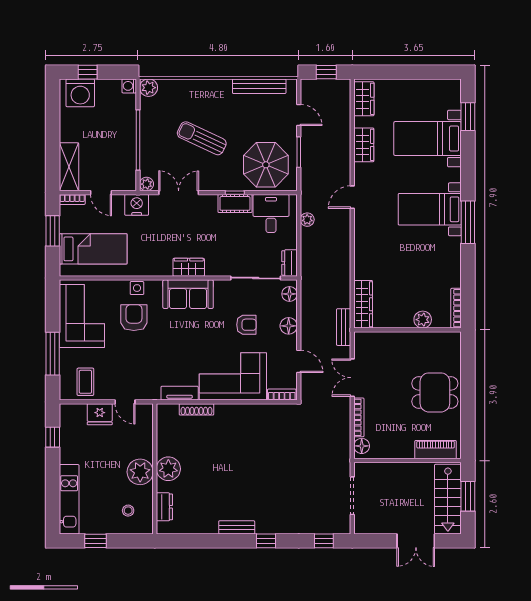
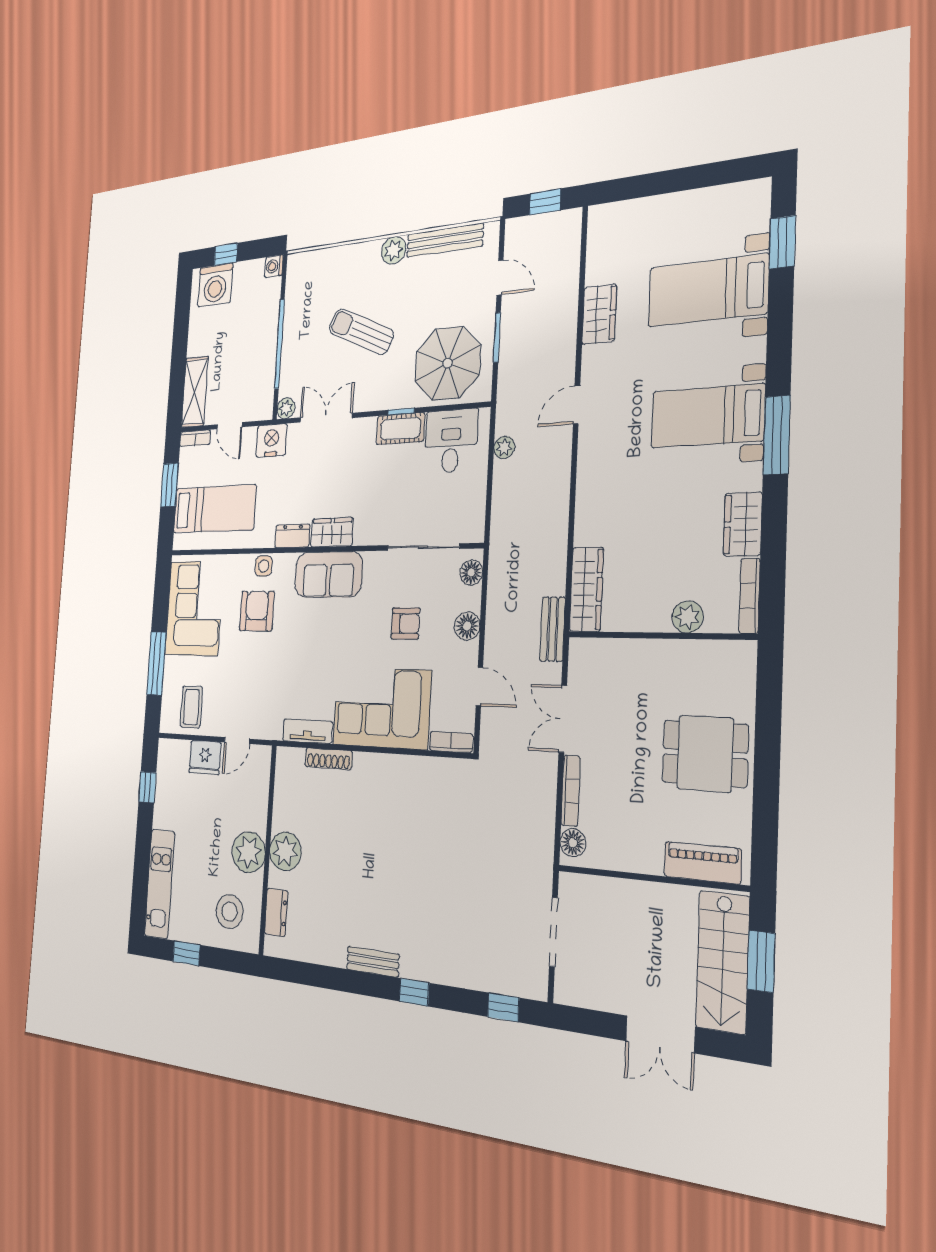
plant: (149, 88) -> (394, 250), moved
wardrobe: (364, 99) -> (743, 524), moved, turned 180
dresser: (290, 263) -> (292, 536), moved, turned 90
door: (125, 402) -> (237, 741), hinge flipped
stool: (128, 511) -> (230, 912), width x1.89, depth x1.89

